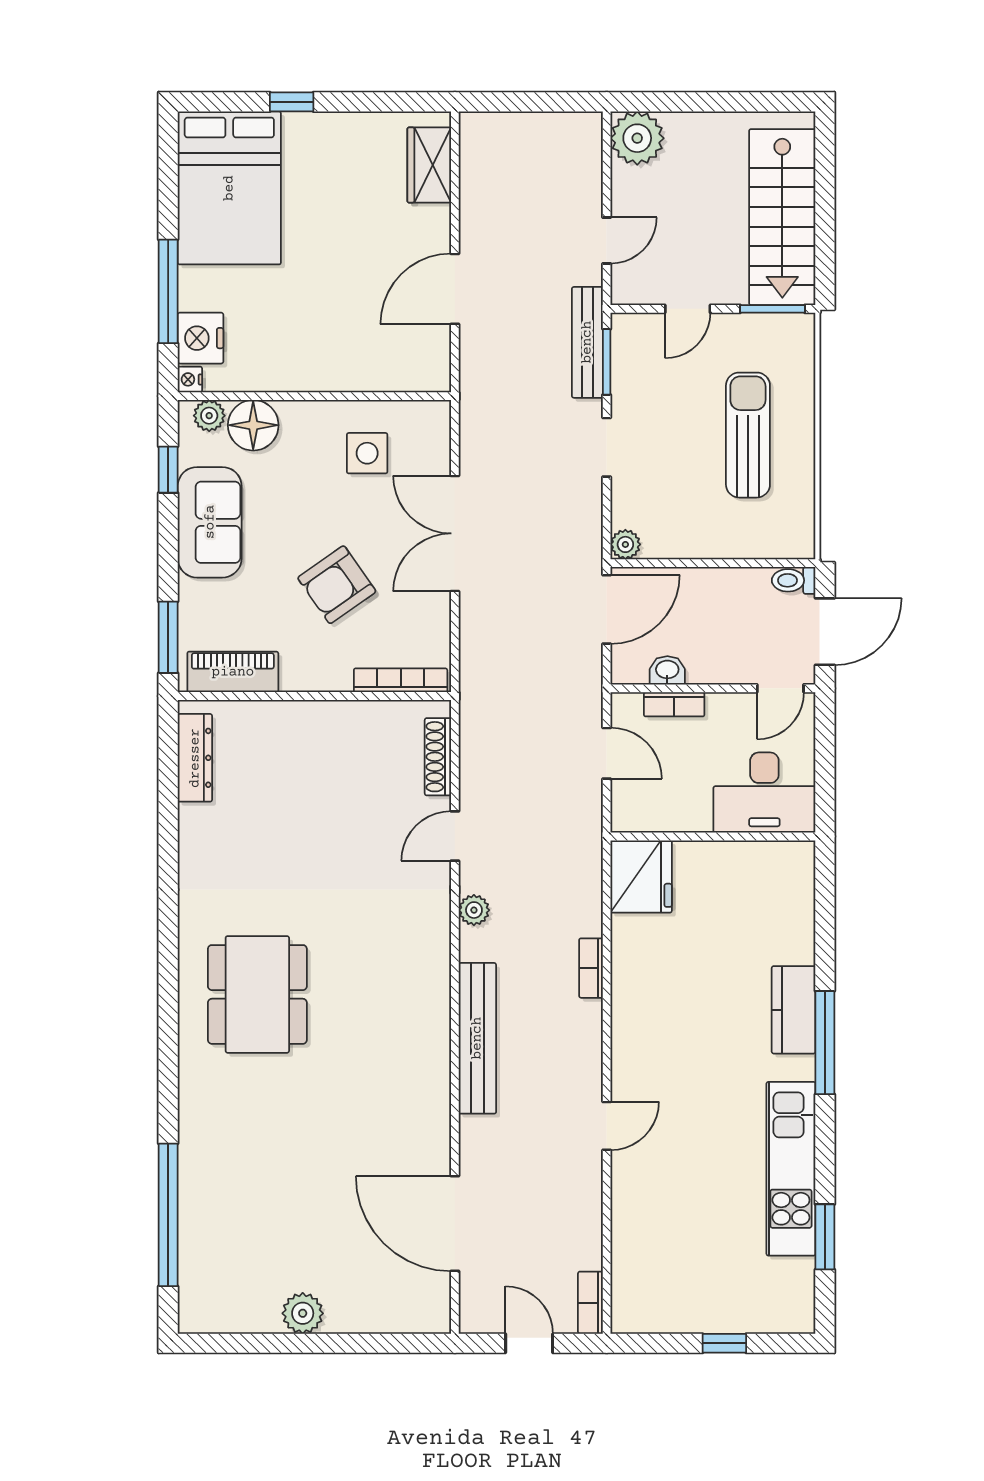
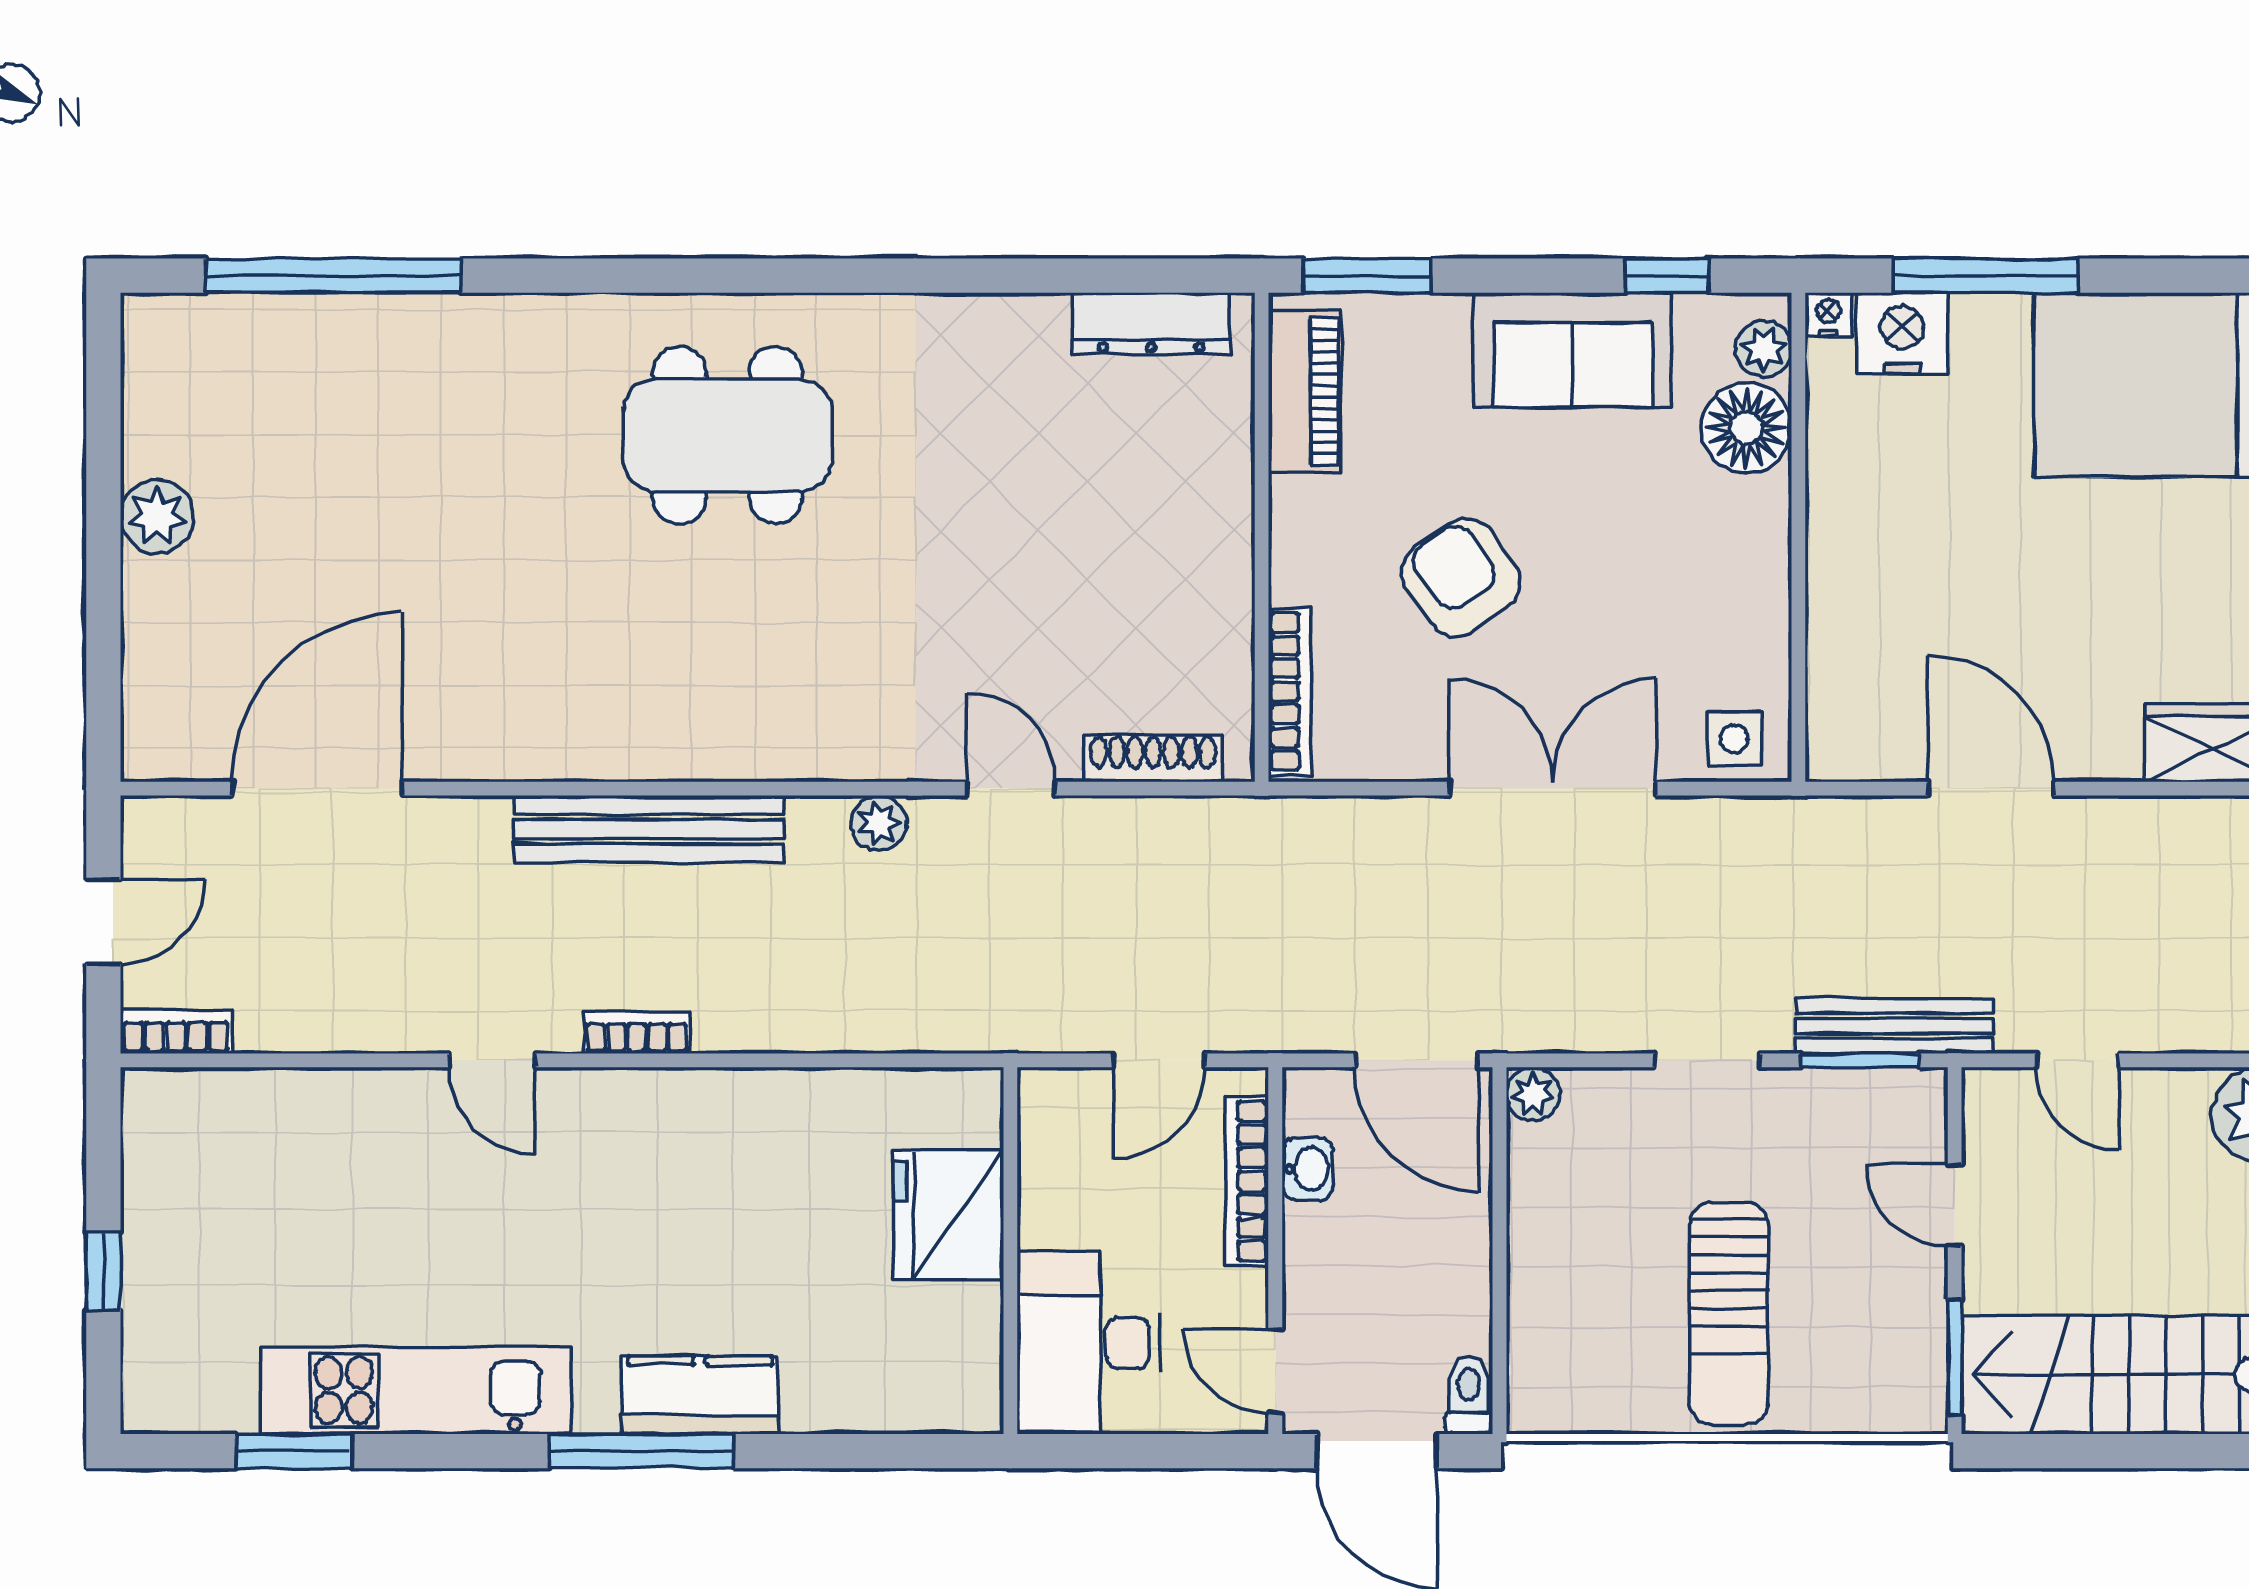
sun lounger: (748, 435) -> (1729, 1313), turned 90
side table: (367, 453) -> (1734, 738), moved, width x0.73, depth x0.73
bookcase: (674, 704) -> (1247, 1181), width x1.56
fridge: (641, 876) -> (949, 1215), moved, turned 90
bookcase: (591, 968) -> (637, 1032), moved

